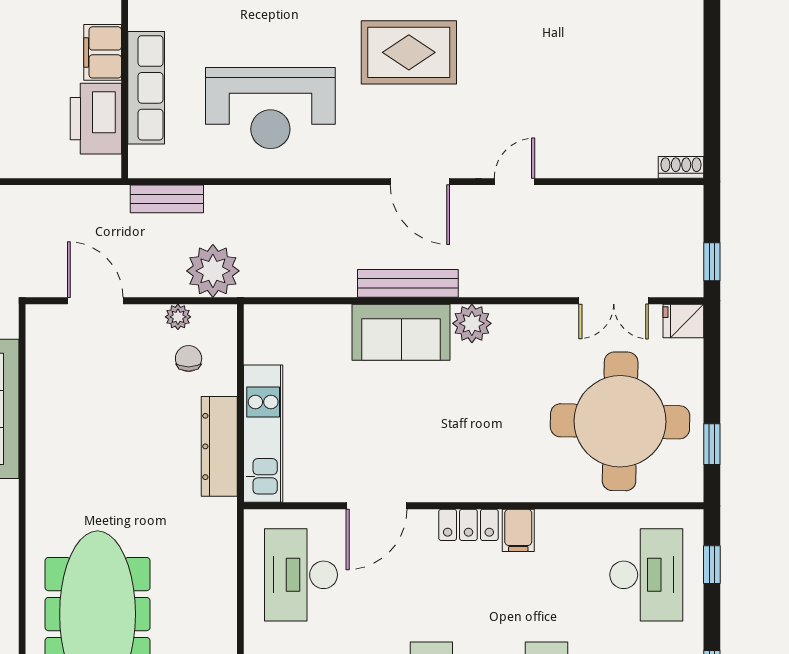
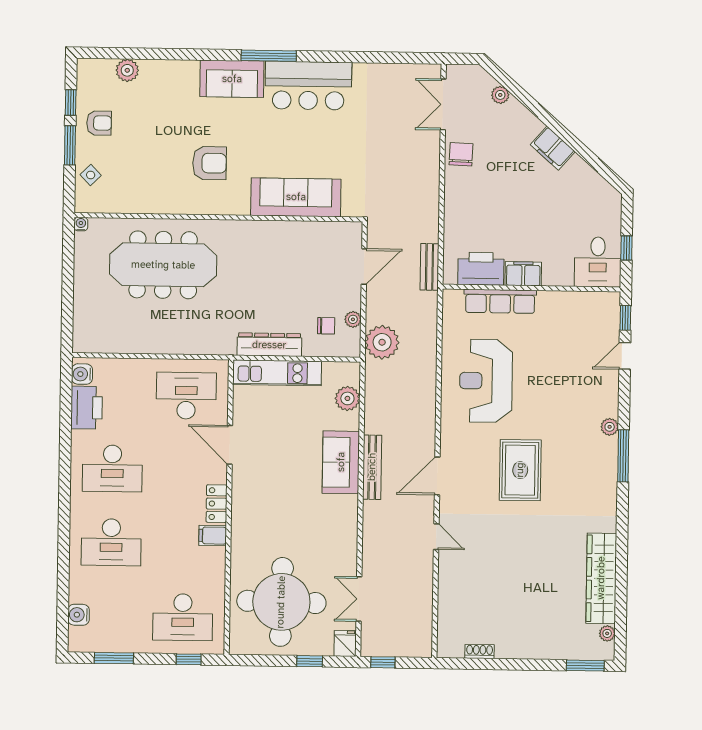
shoe rack: (681, 167) -> (480, 652), moved, turned -90
bench: (167, 199) -> (429, 267), moved
plant: (472, 323) -> (347, 398), moved
window: (712, 444) -> (310, 661), moved

